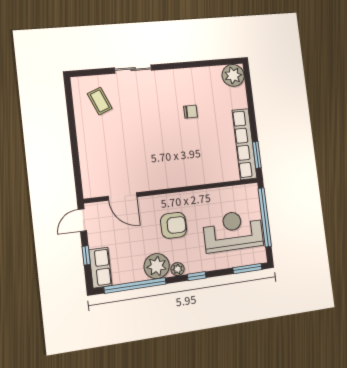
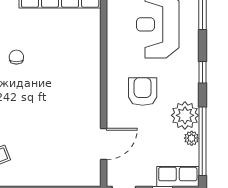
plant: (178, 269) -> (192, 138), moved

